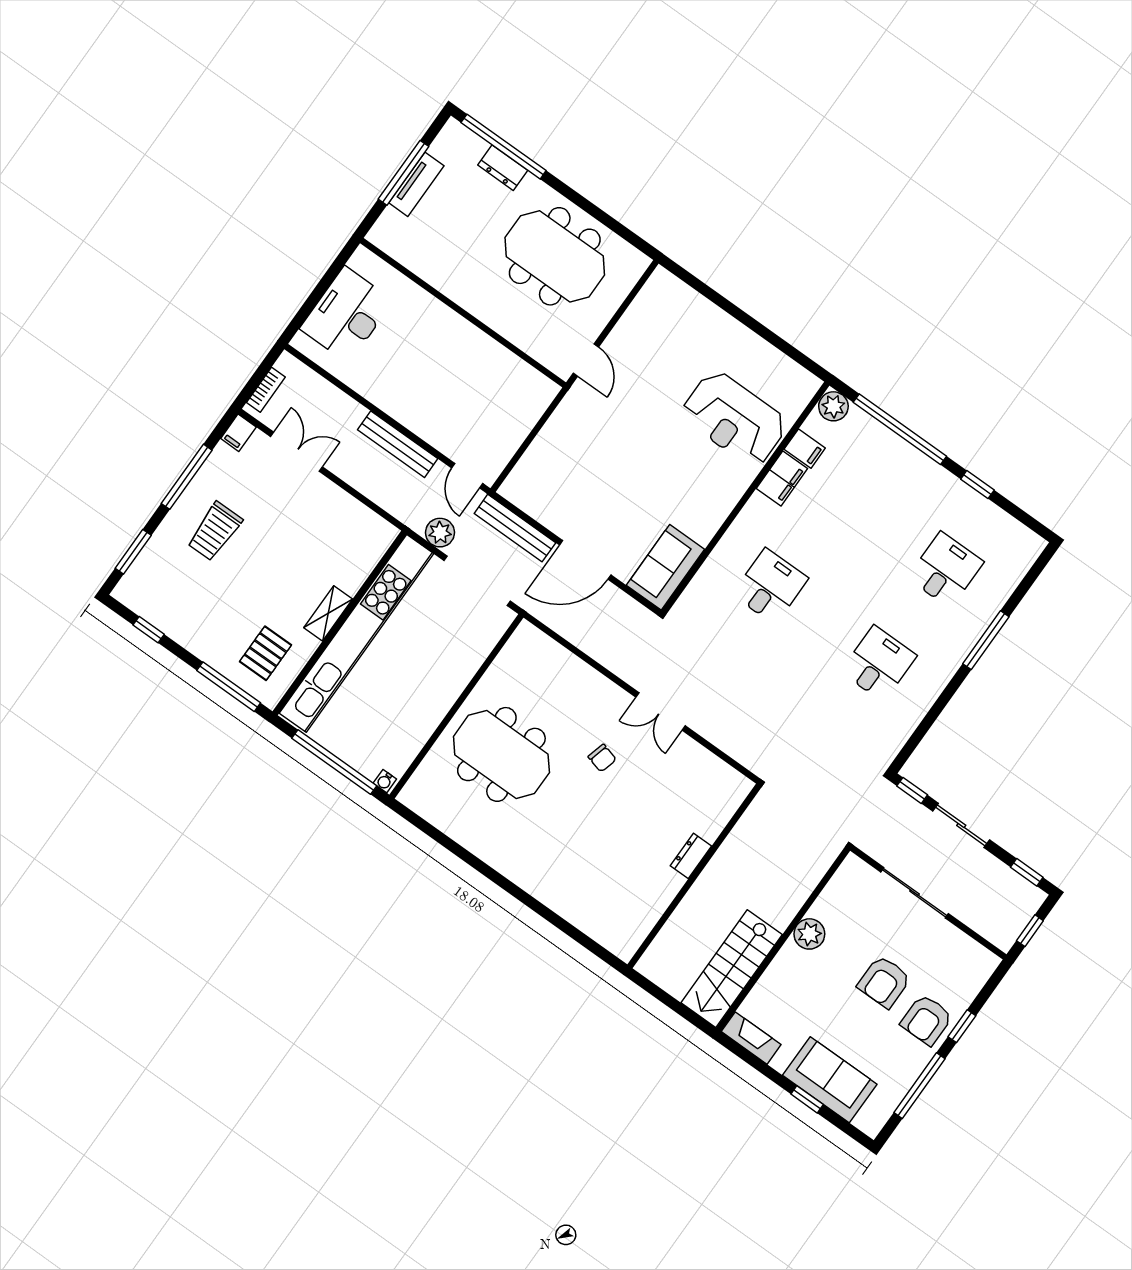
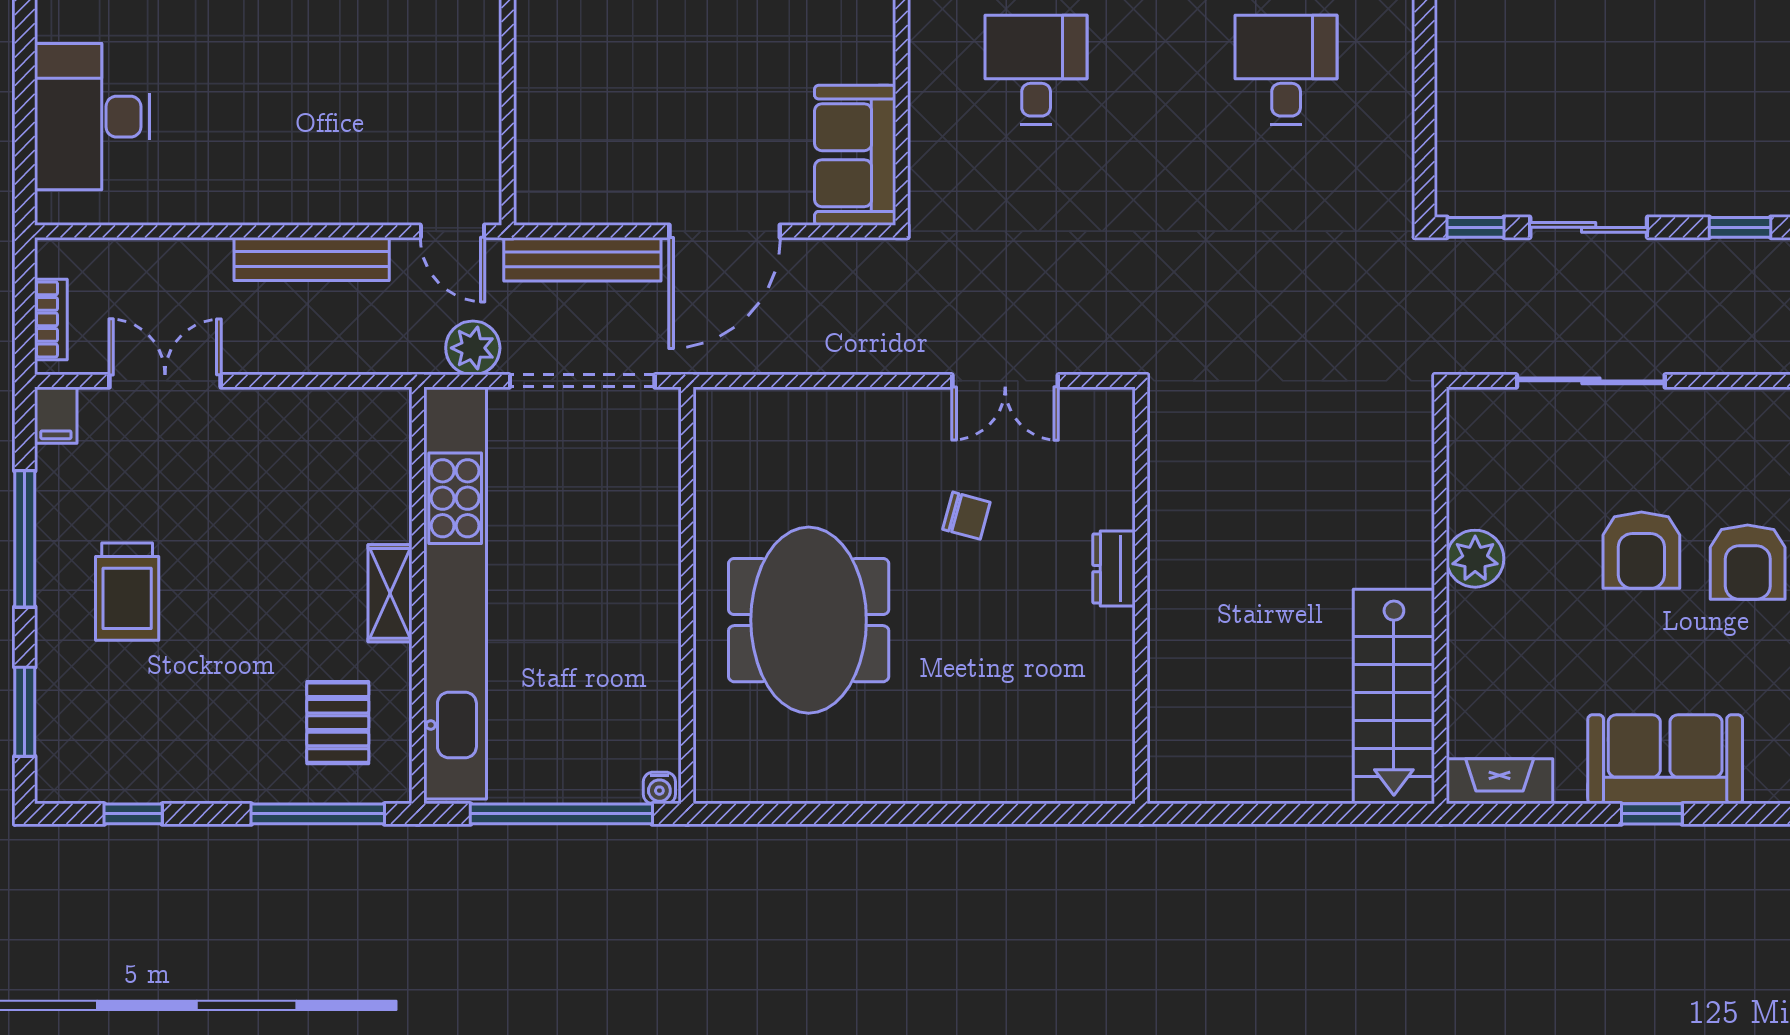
meeting table: (501, 754) -> (809, 620), turned 90
dresser: (691, 856) -> (1114, 569), moved
wall: (694, 876) -> (1141, 595), moved

